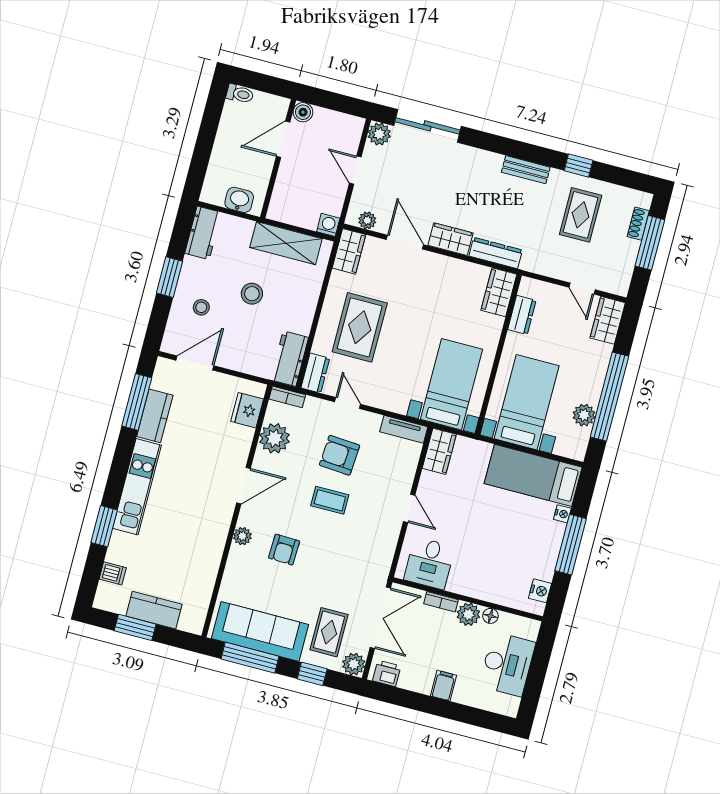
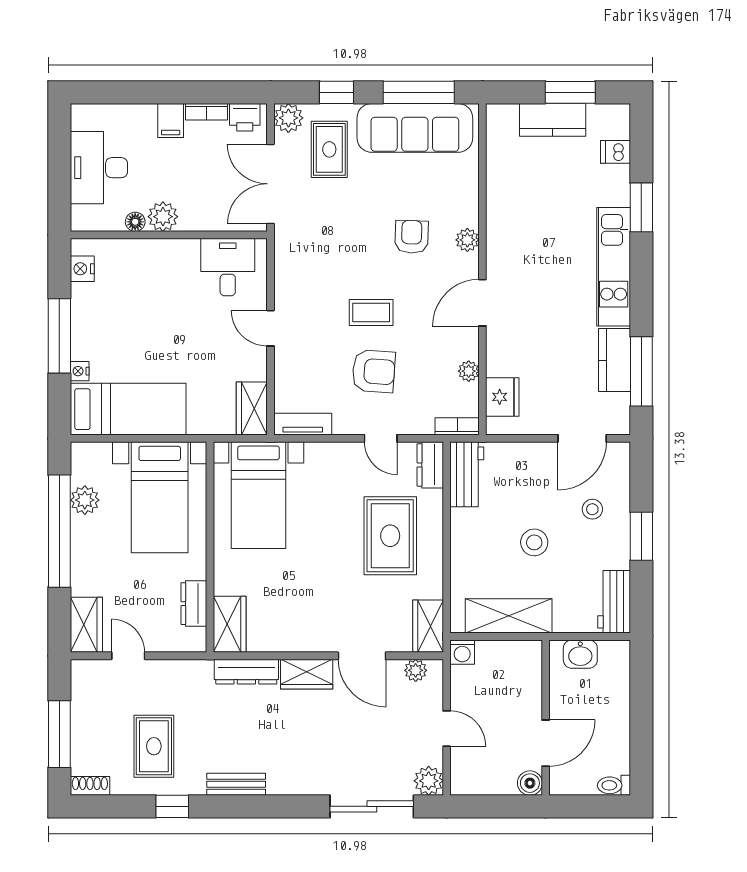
shoe rack: (638, 224) -> (90, 786), moved, turned -90
plant: (274, 438) -> (469, 371), width x0.53, depth x0.53
bookcase: (441, 602) -> (207, 112), moved, turned 180

